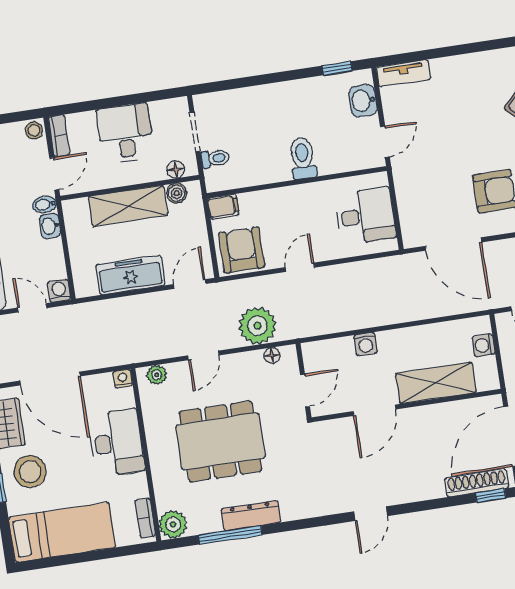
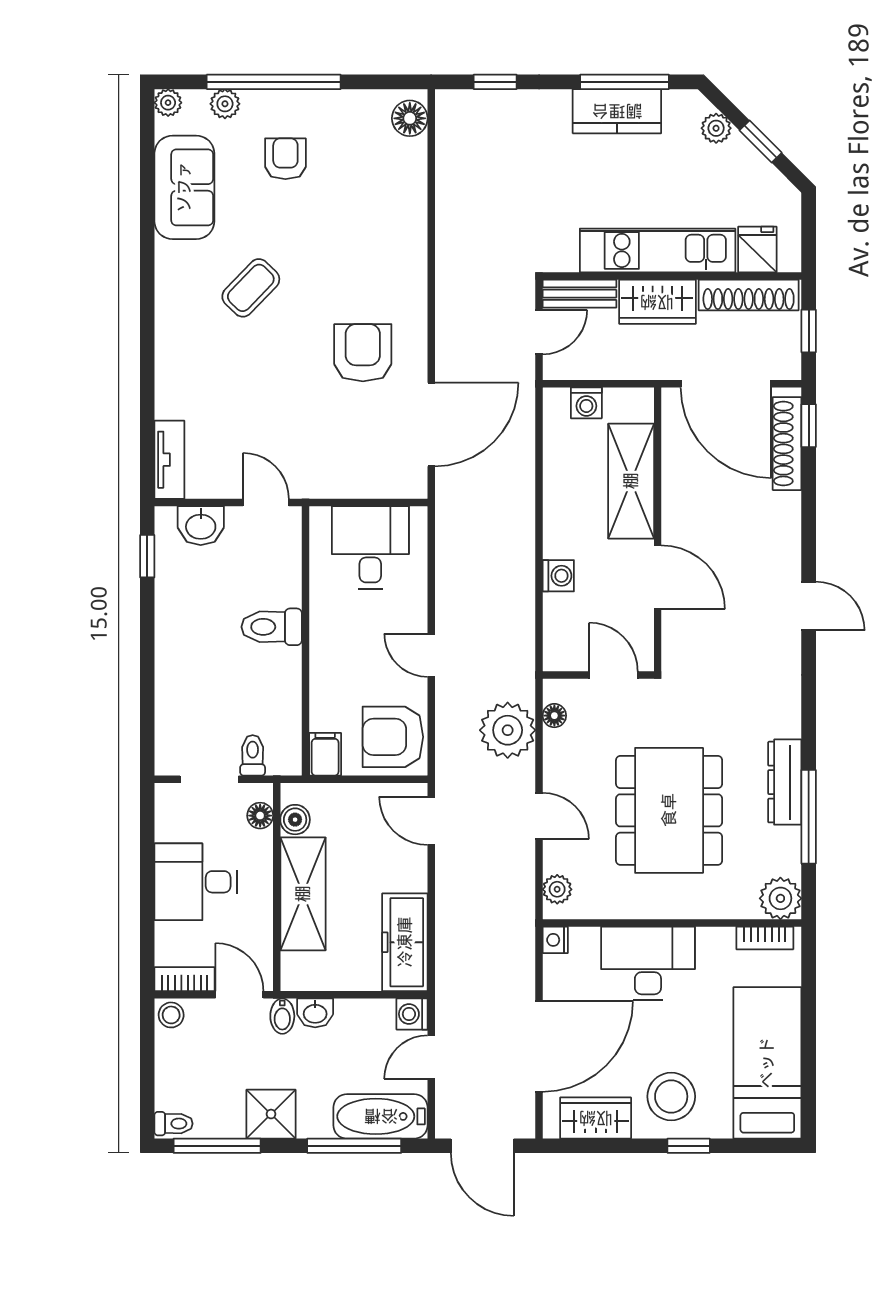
freezer: (130, 275) -> (405, 942), moved

